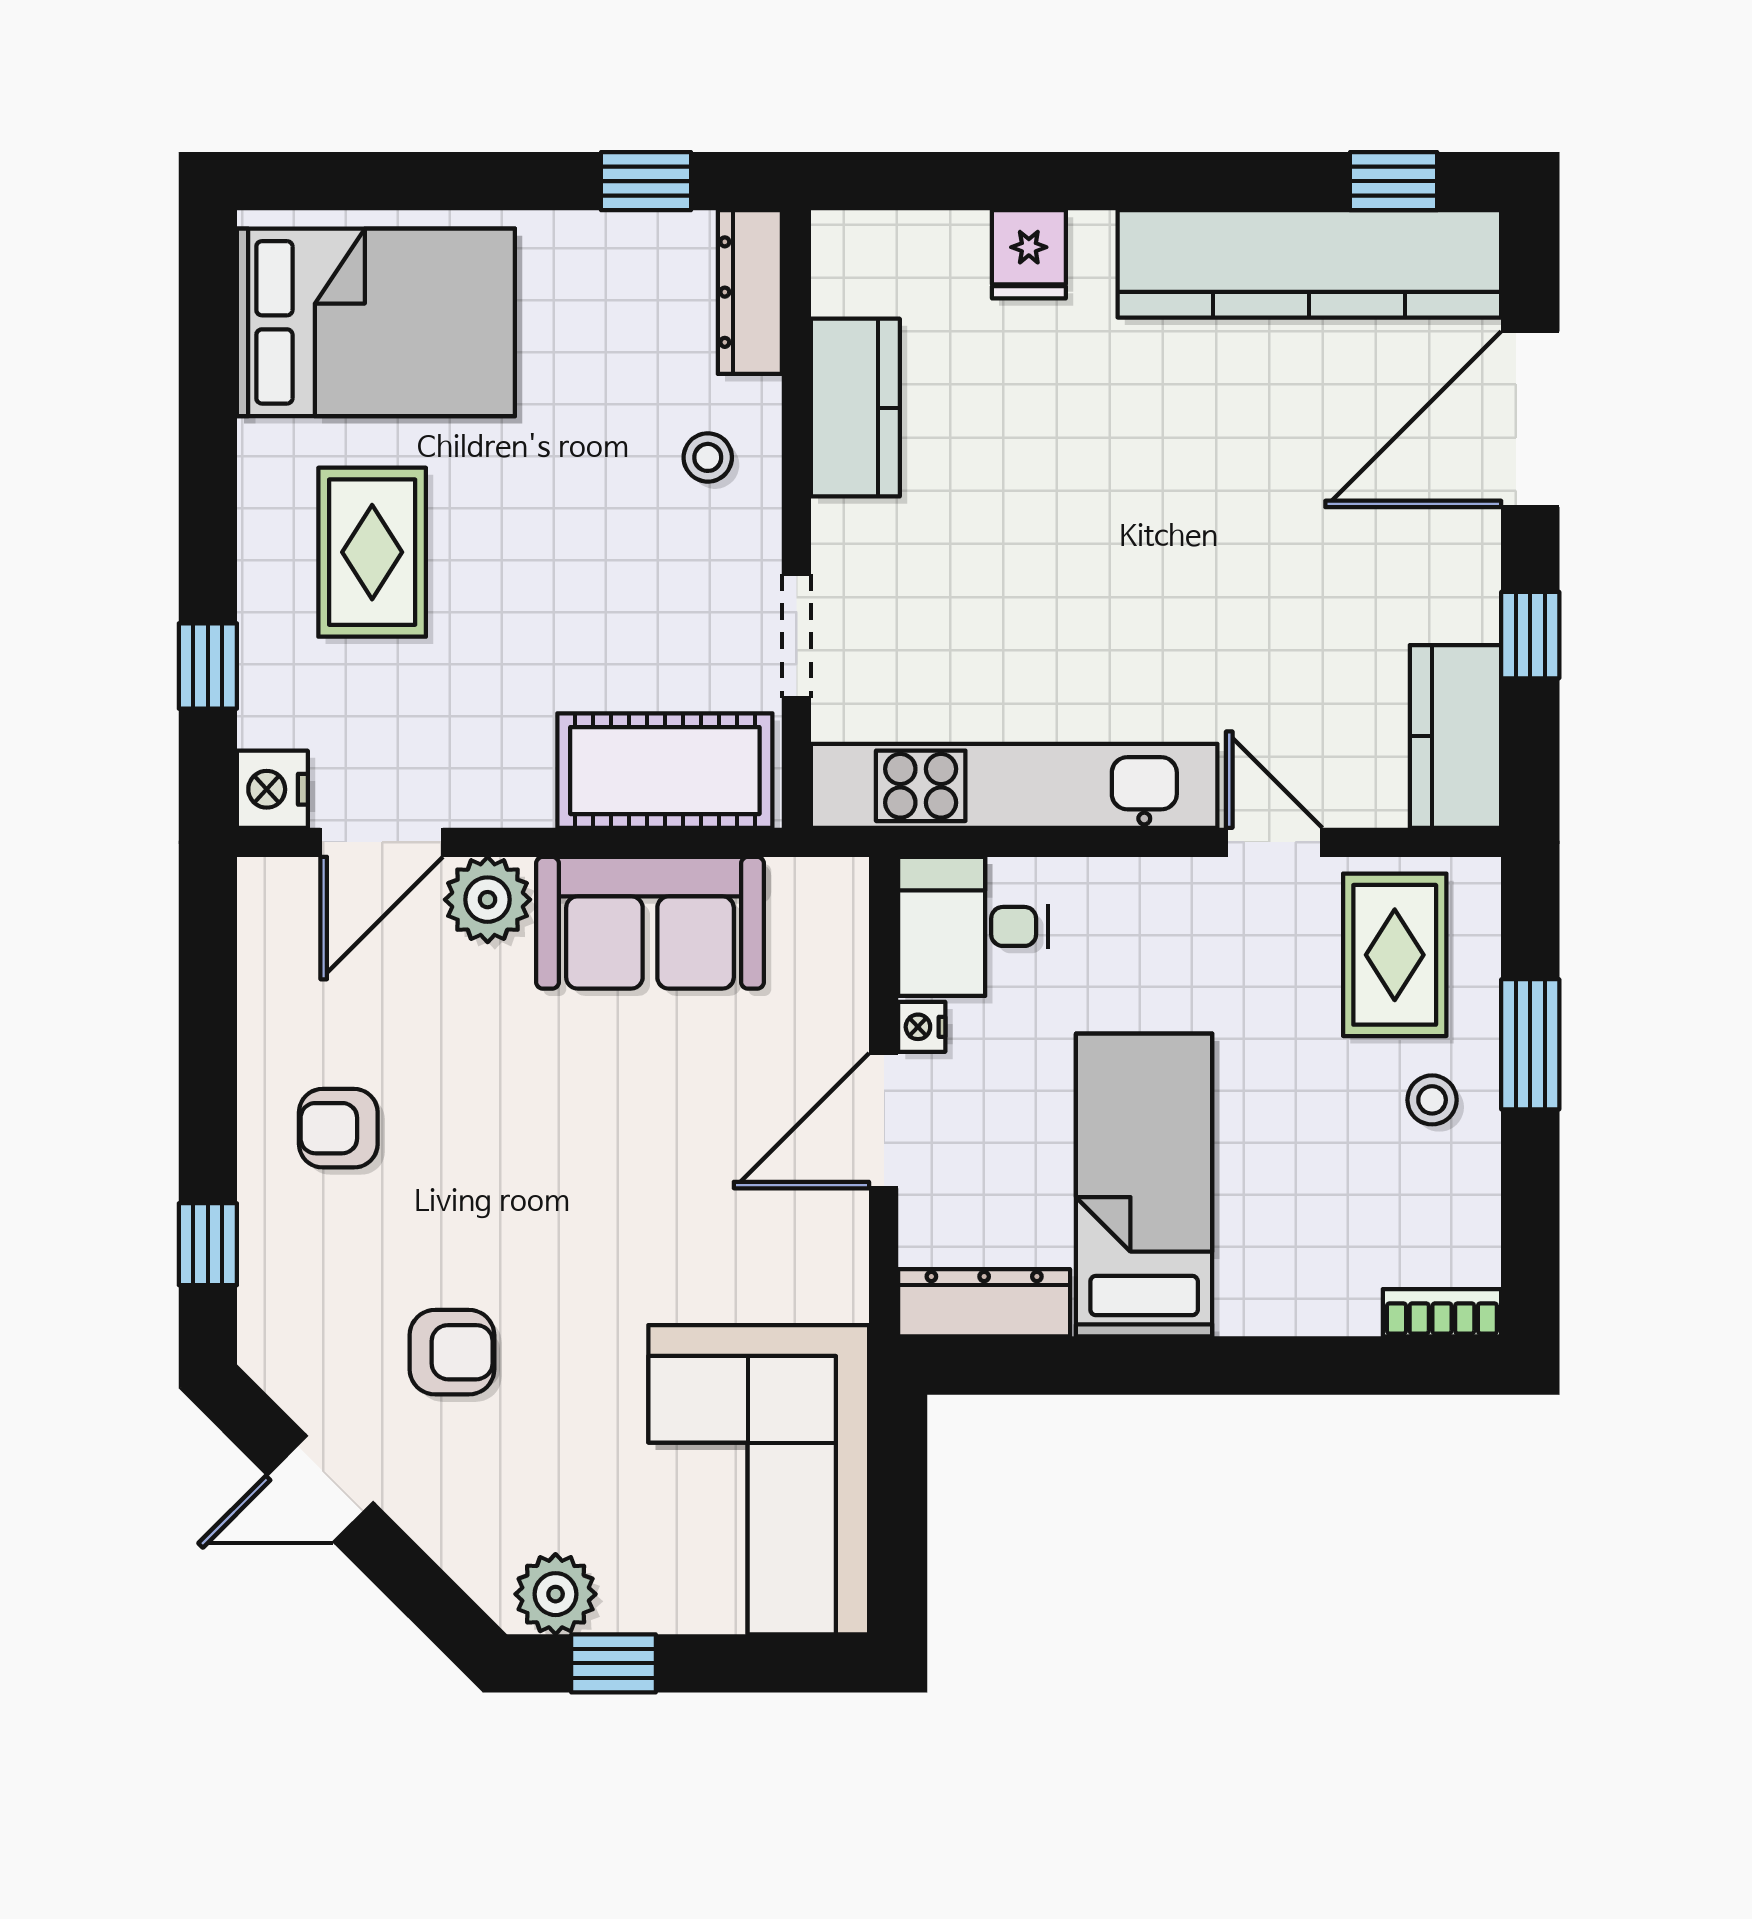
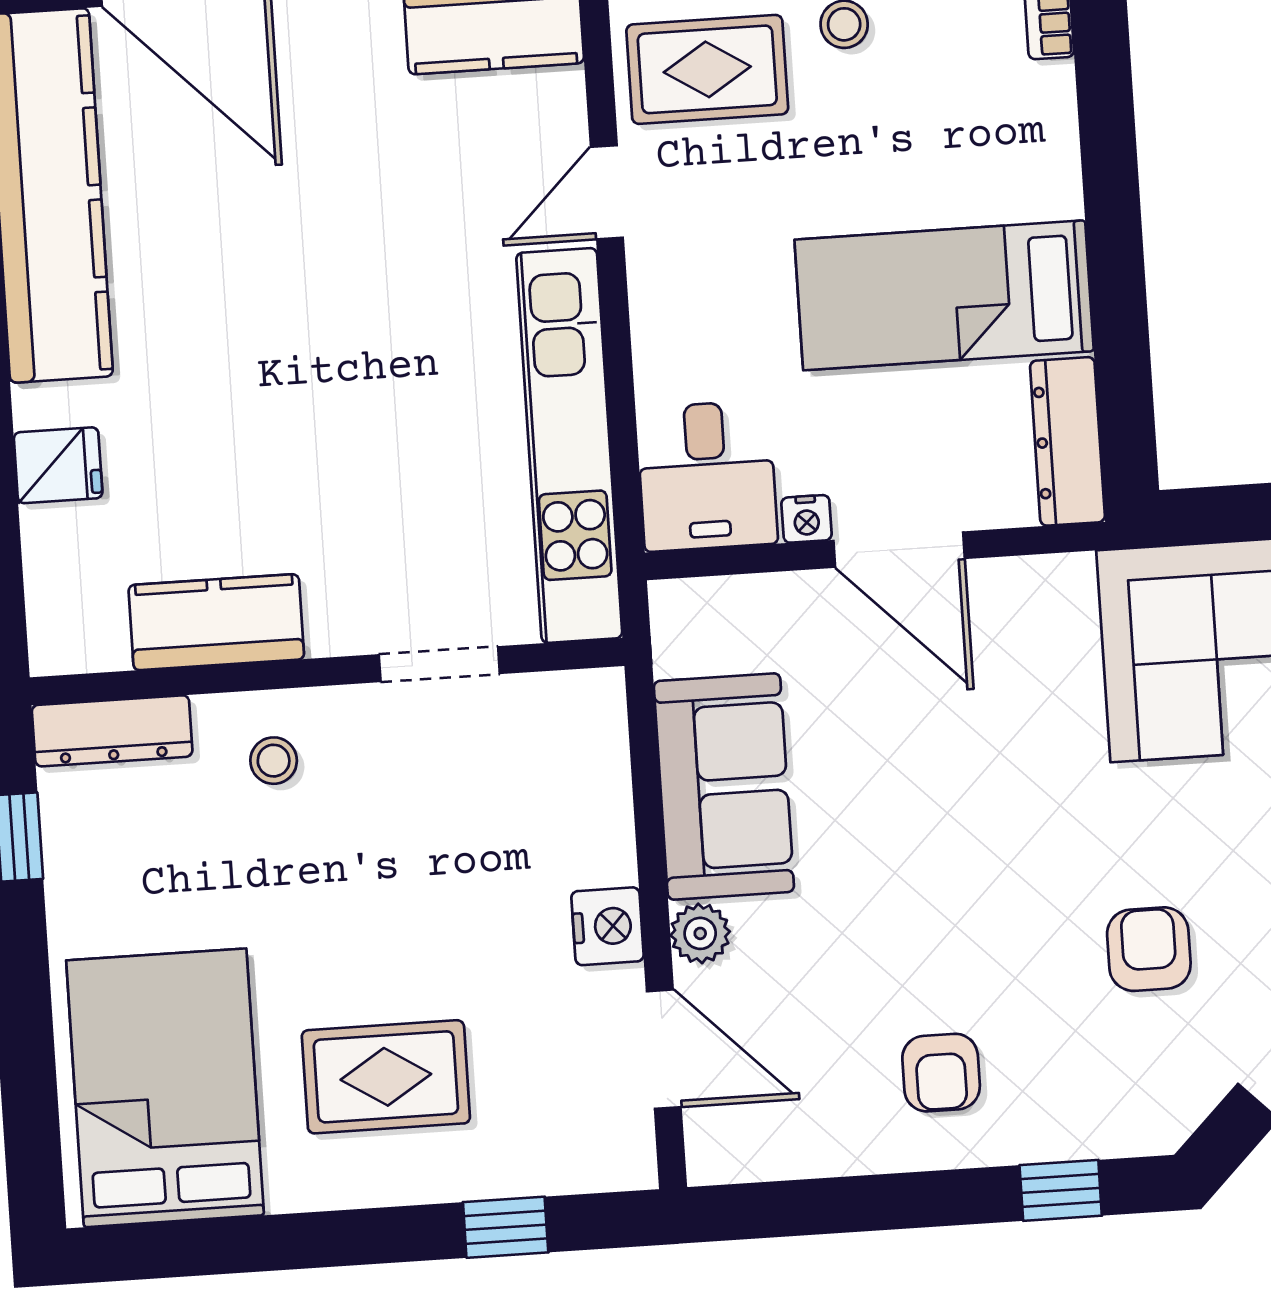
cot: (665, 771) -> (577, 782), removed
nightstand: (272, 789) -> (607, 926), moved, turned -90
plant: (488, 900) -> (700, 933), width x0.73, depth x0.73

